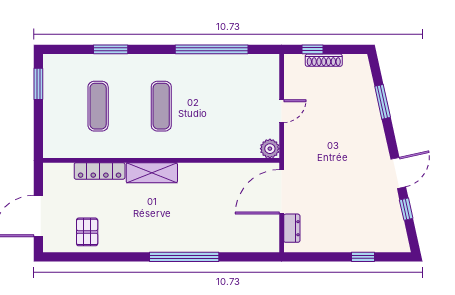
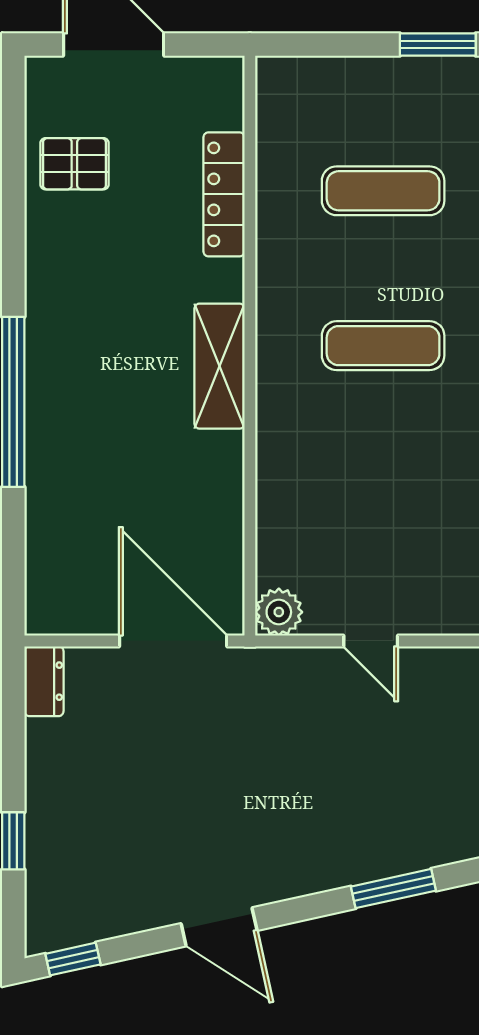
shelving: (152, 173) -> (220, 366), moved
window: (406, 209) -> (73, 959), moved
dresser: (292, 228) -> (44, 681), moved, turned -90

